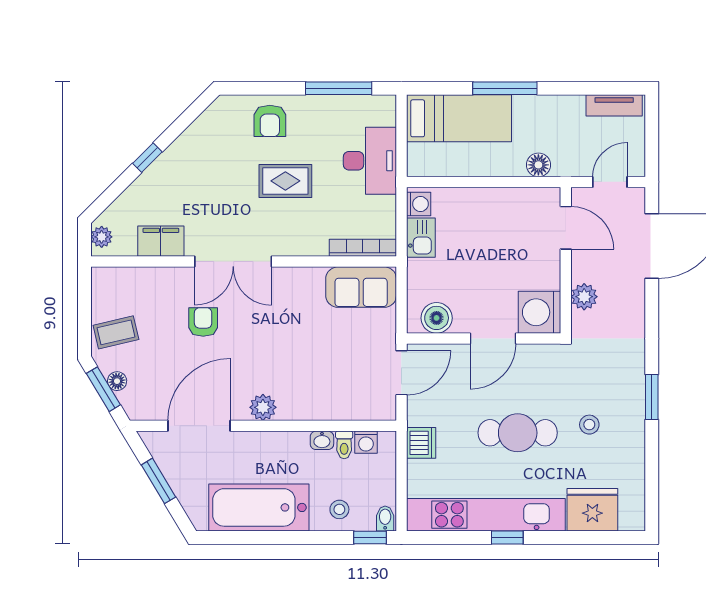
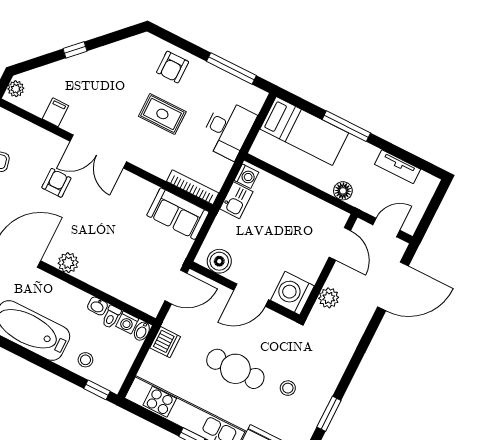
tv unit: (614, 105) -> (398, 167), moved
filing cabinet: (161, 241) -> (55, 112), width x0.50
window: (652, 397) -> (329, 414), moved
bidet: (385, 518) -> (142, 331), moved, turned 180

